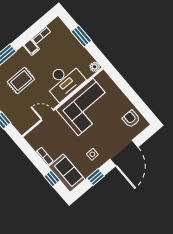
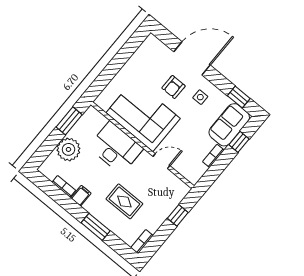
window: (81, 36) -> (69, 121), moved
plant: (95, 67) -> (68, 149), moved, width x1.88, depth x1.88
door: (47, 115) -> (161, 161), swing flipped
armchair: (131, 119) -> (174, 87), moved
window: (96, 177) -> (239, 97), moved

